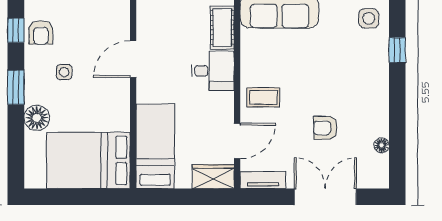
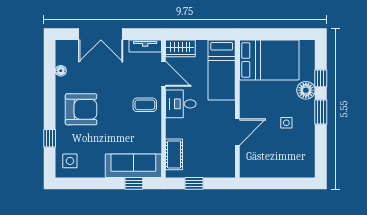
window: (16, 30) -> (321, 78), moved
armchair: (41, 32) -> (303, 151), removed
desk: (213, 71) -> (181, 104), moved
armchair: (325, 128) -> (81, 109), moved, width x1.88, depth x1.88
door: (237, 141) -> (163, 74), swing flipped

